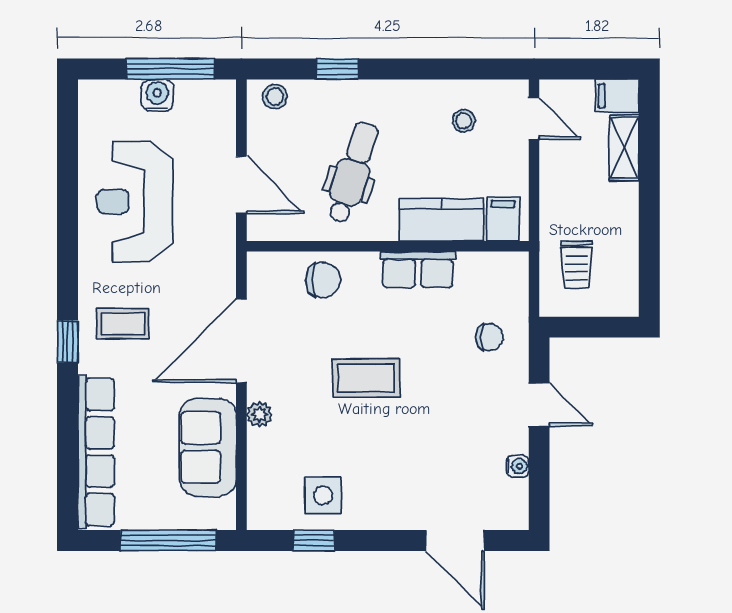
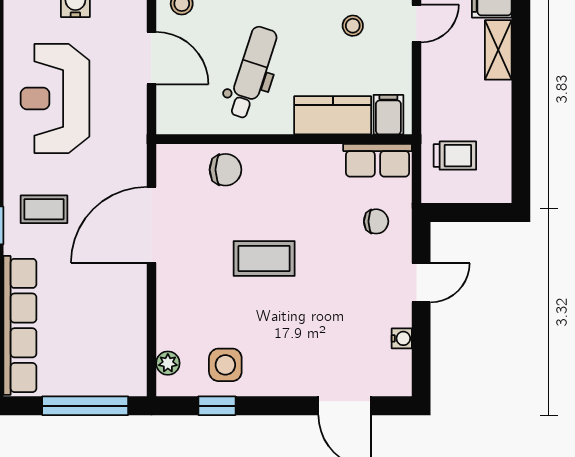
door: (534, 119) -> (416, 24), hinge flipped
door: (241, 185) -> (151, 58), moved
trolley: (576, 264) -> (455, 156), turned -90
row of seats: (418, 269) -> (378, 160), moved
door: (539, 405) -> (421, 283), hinge flipped
plant: (260, 414) -> (168, 363), moved
sofa: (208, 447) -> (121, 321), removed

